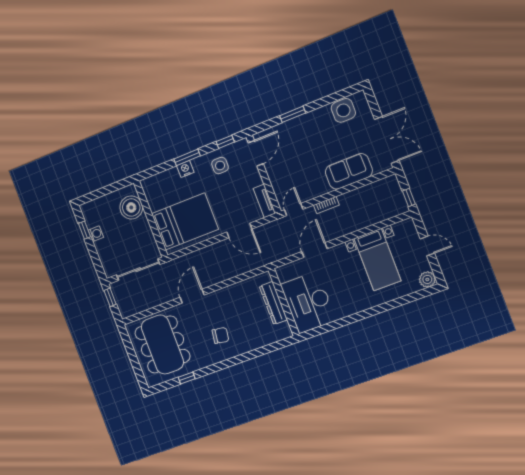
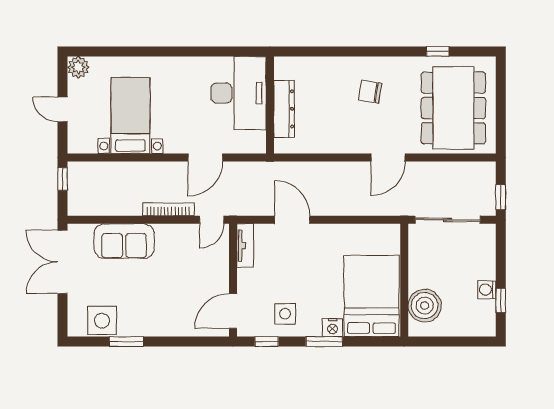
window: (293, 114) -> (126, 342), moved
bookcase: (326, 205) -> (168, 209), width x1.56
bed: (185, 222) -> (371, 296), moved, turned 90

